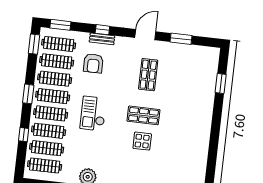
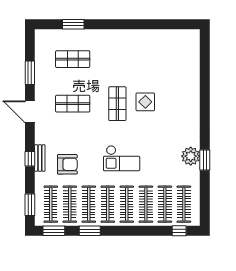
shop shelf: (189, 79) -> (73, 59), added
window: (28, 94) -> (90, 231), moved
window: (24, 135) -> (179, 231), moved

